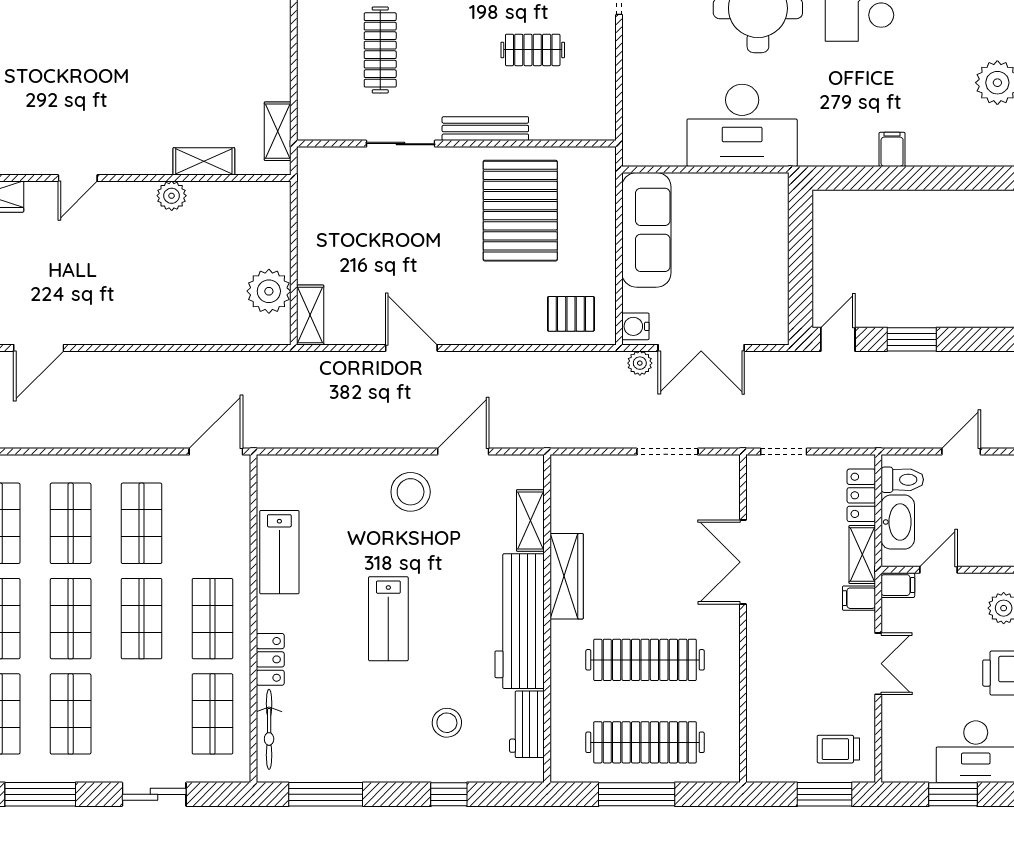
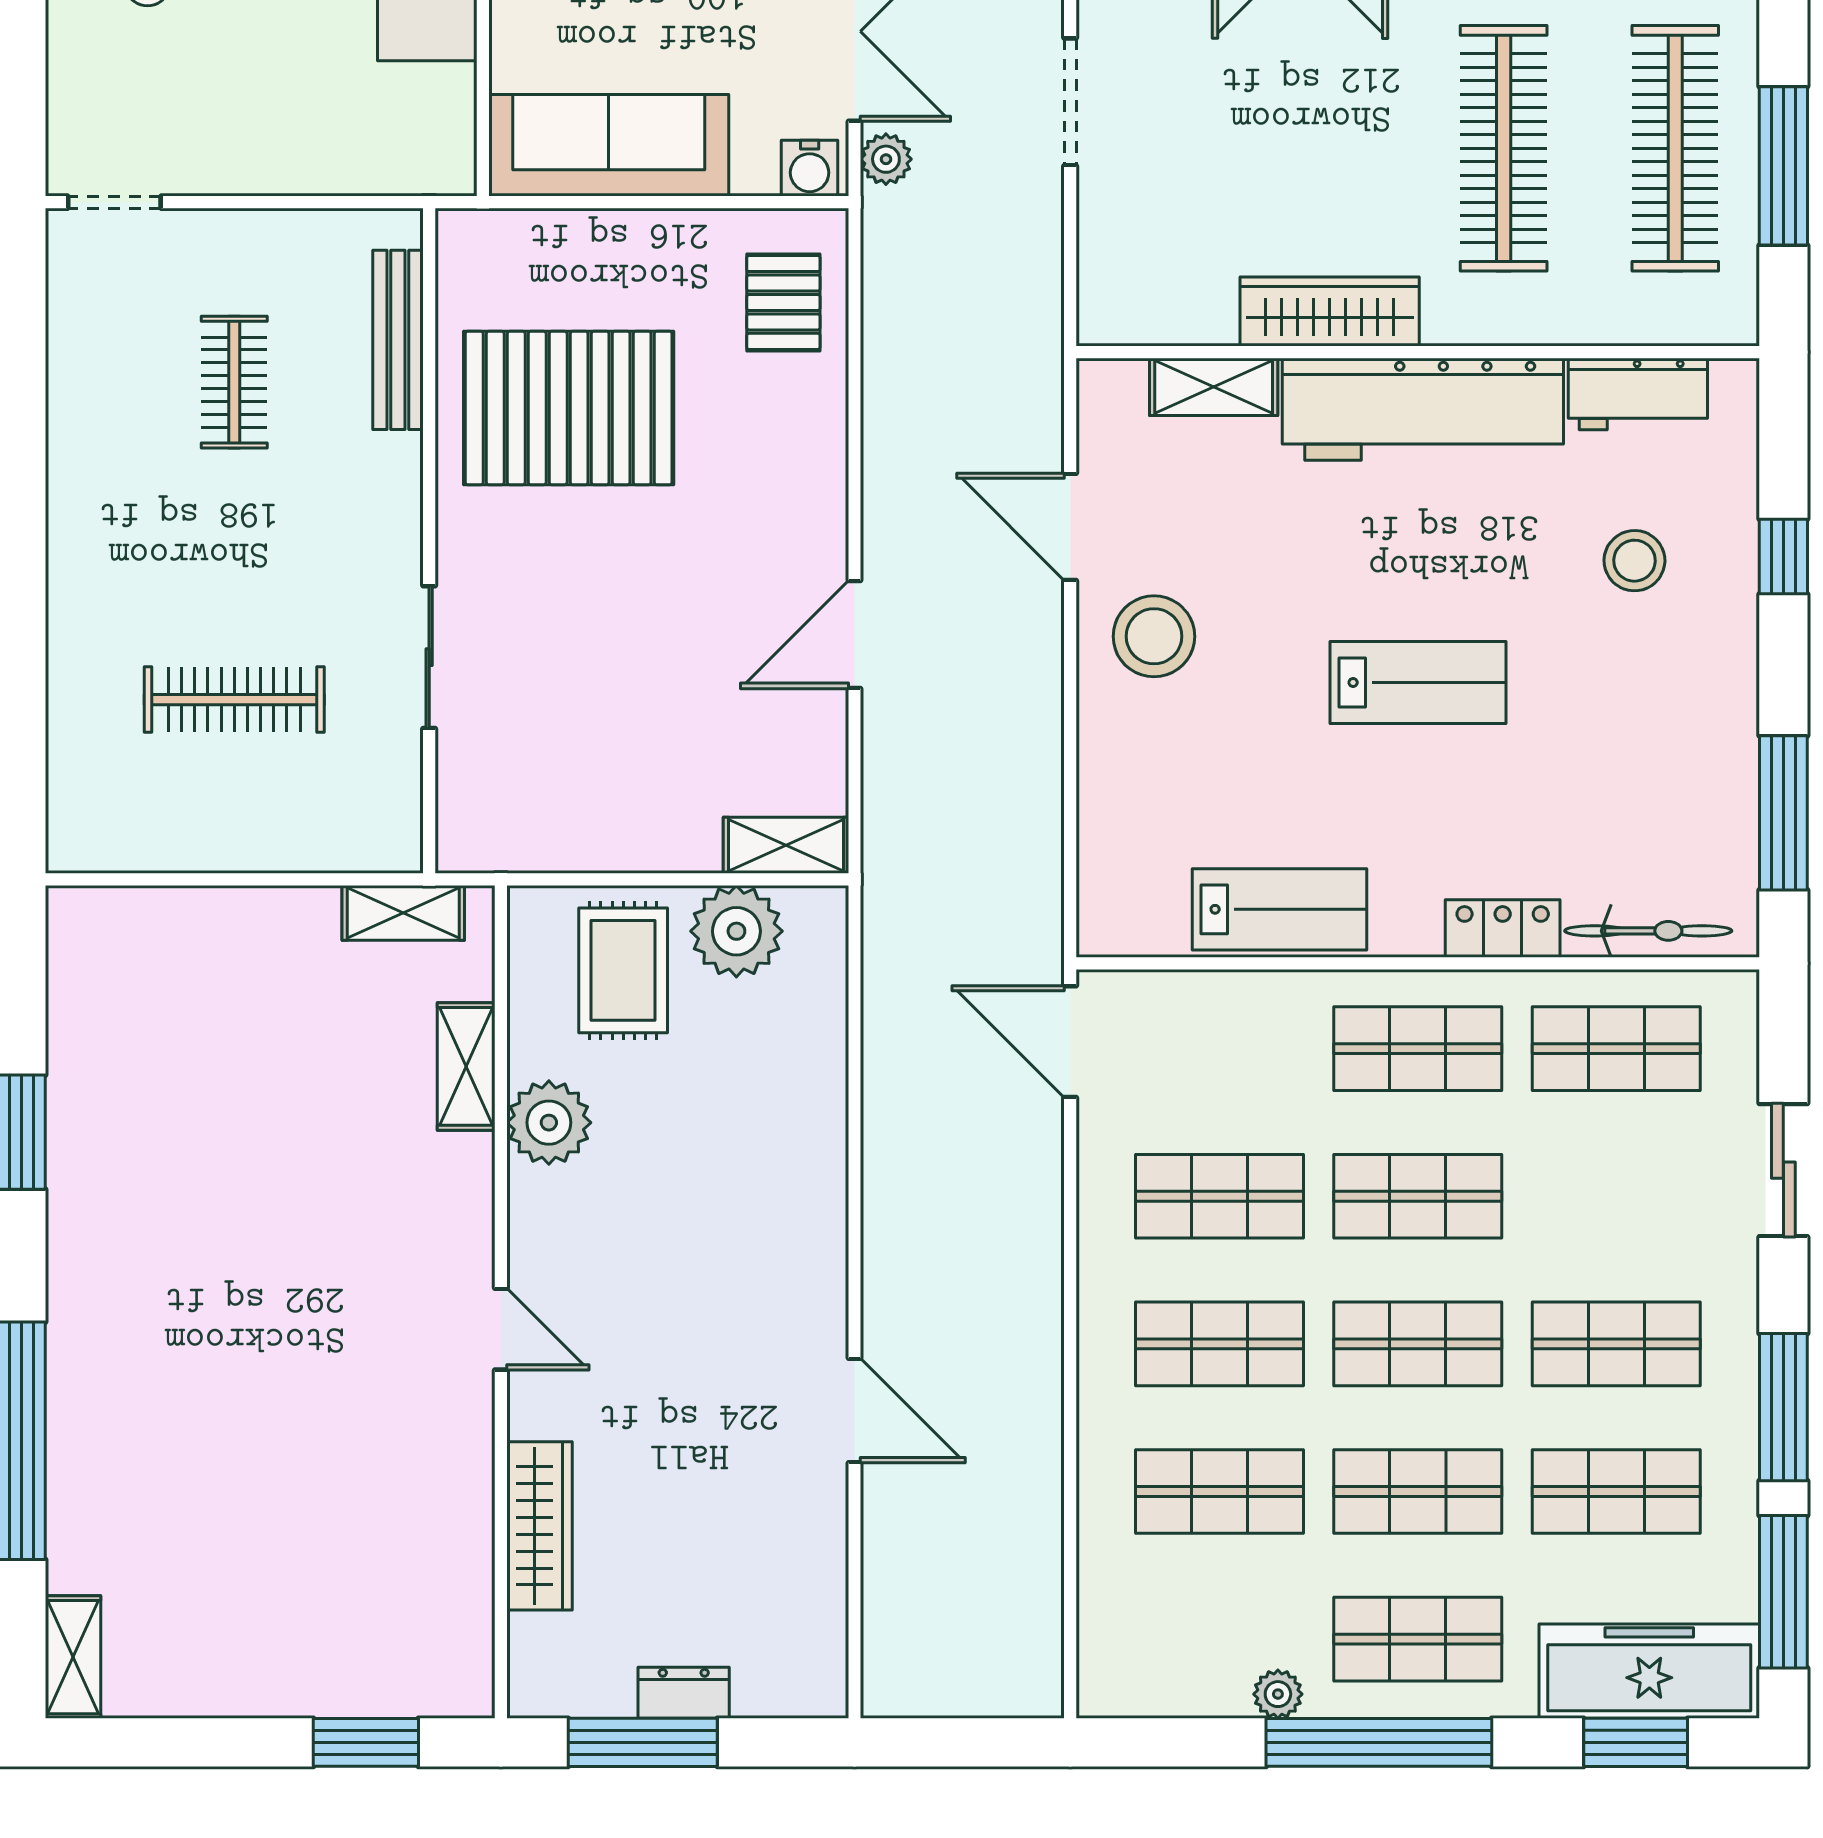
bench: (485, 129) -> (398, 340), moved
plant: (172, 196) -> (549, 1123), width x1.36, depth x1.36
rug: (250, 237) -> (623, 970), added

